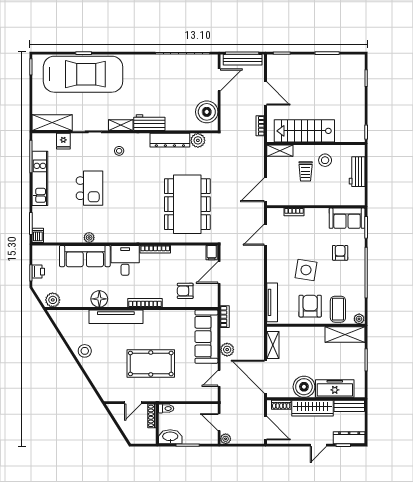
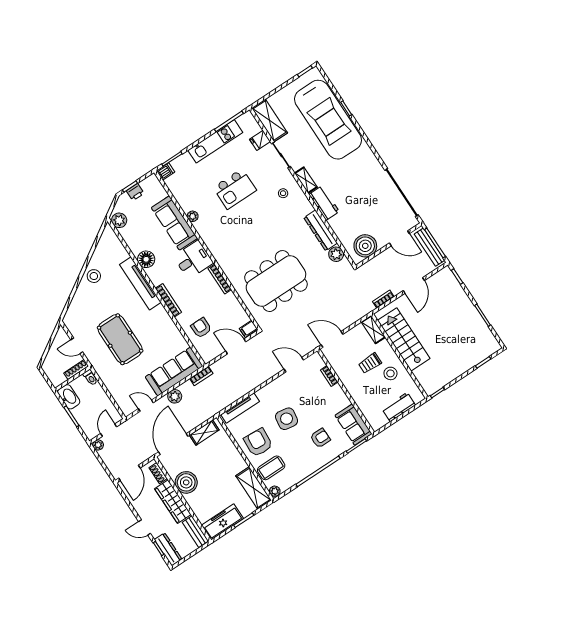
armchair: (310, 306) -> (258, 443), turned -86
freezer: (335, 389) -> (222, 522), moved, turned -90

